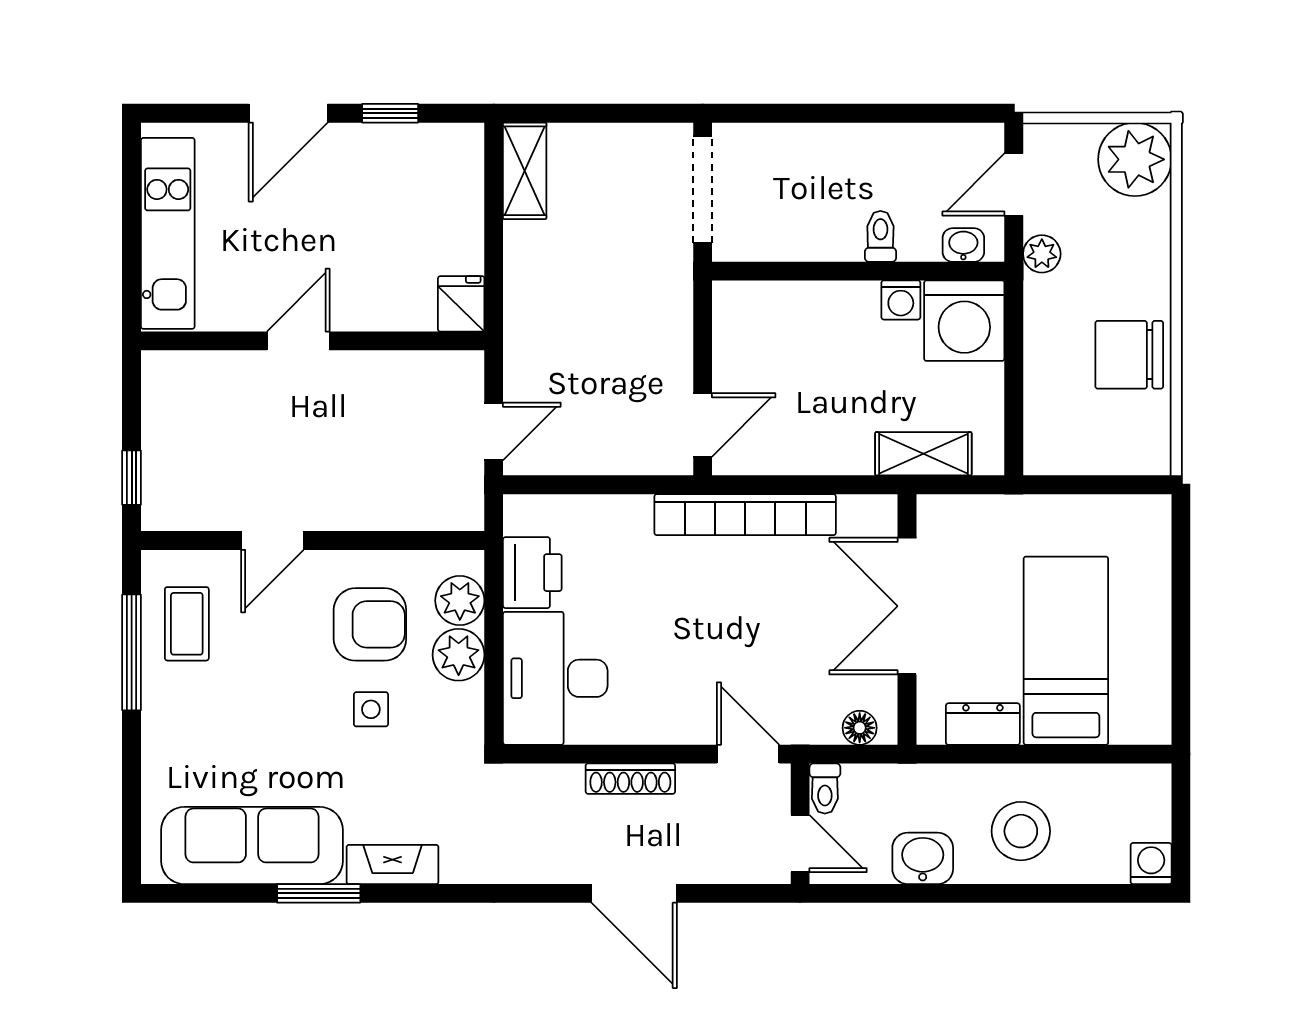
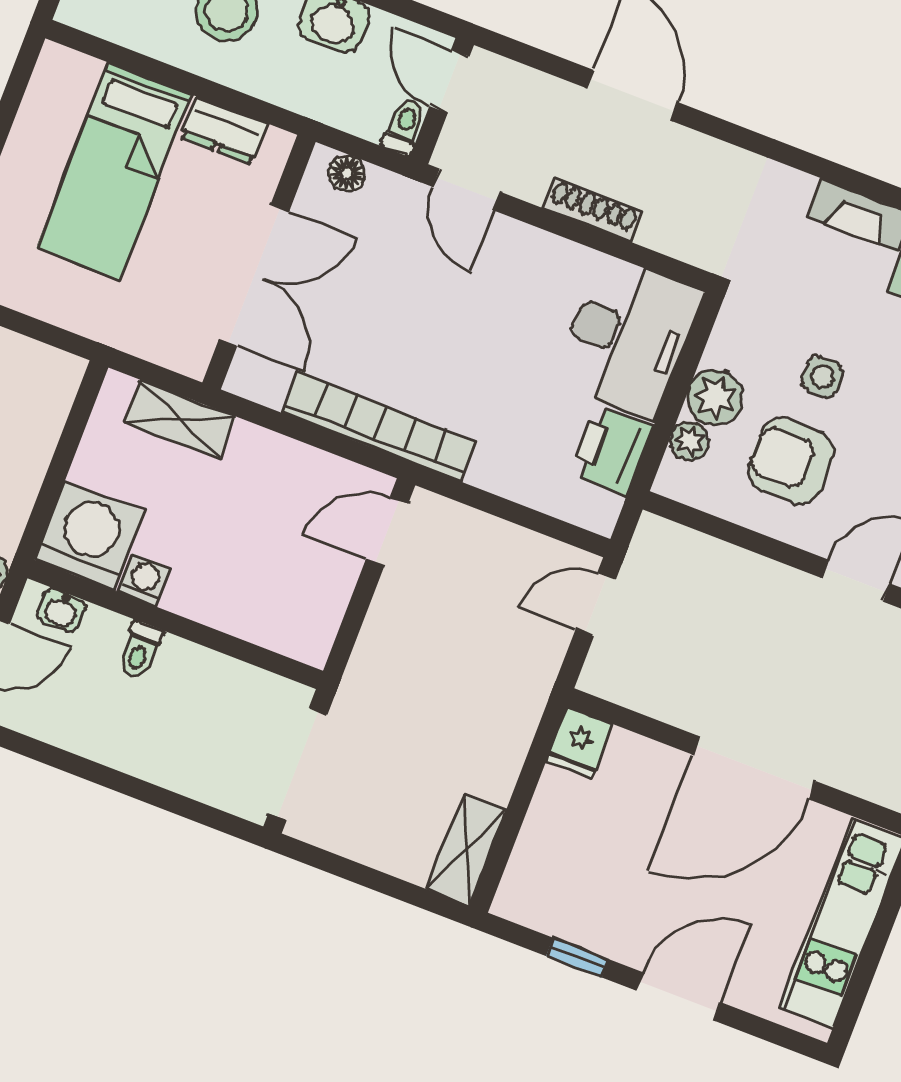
door: (298, 341) -> (754, 768), width x1.88
plant: (460, 600) -> (689, 441), width x0.73, depth x0.73

